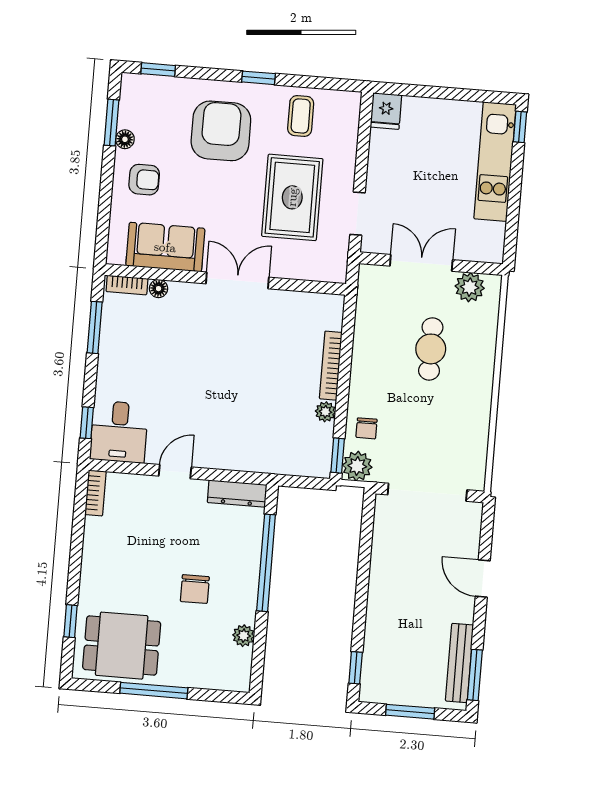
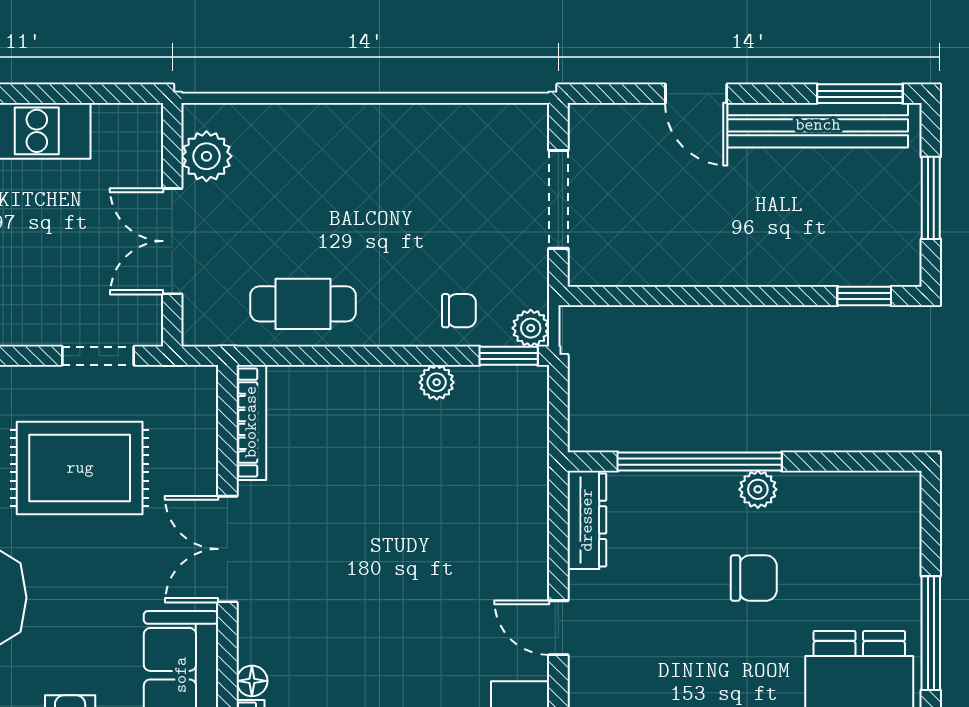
cafe table: (431, 349) -> (303, 304), moved
bookcase: (331, 366) -> (251, 422), moved, turned -90
plant: (357, 466) -> (531, 328), width x0.73, depth x0.73
doorway: (427, 492) -> (558, 199), width x0.73
door: (483, 578) -> (696, 94), hinge flipped
plant: (244, 636) -> (758, 489), moved
bench: (459, 663) -> (818, 125), width x1.37, depth x1.21

